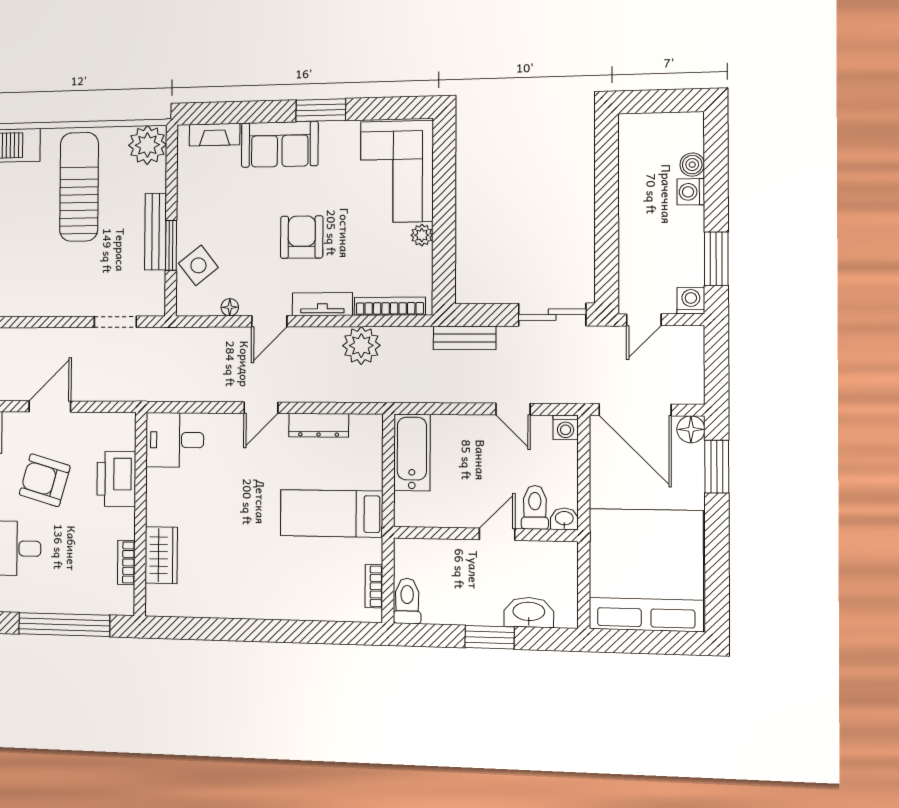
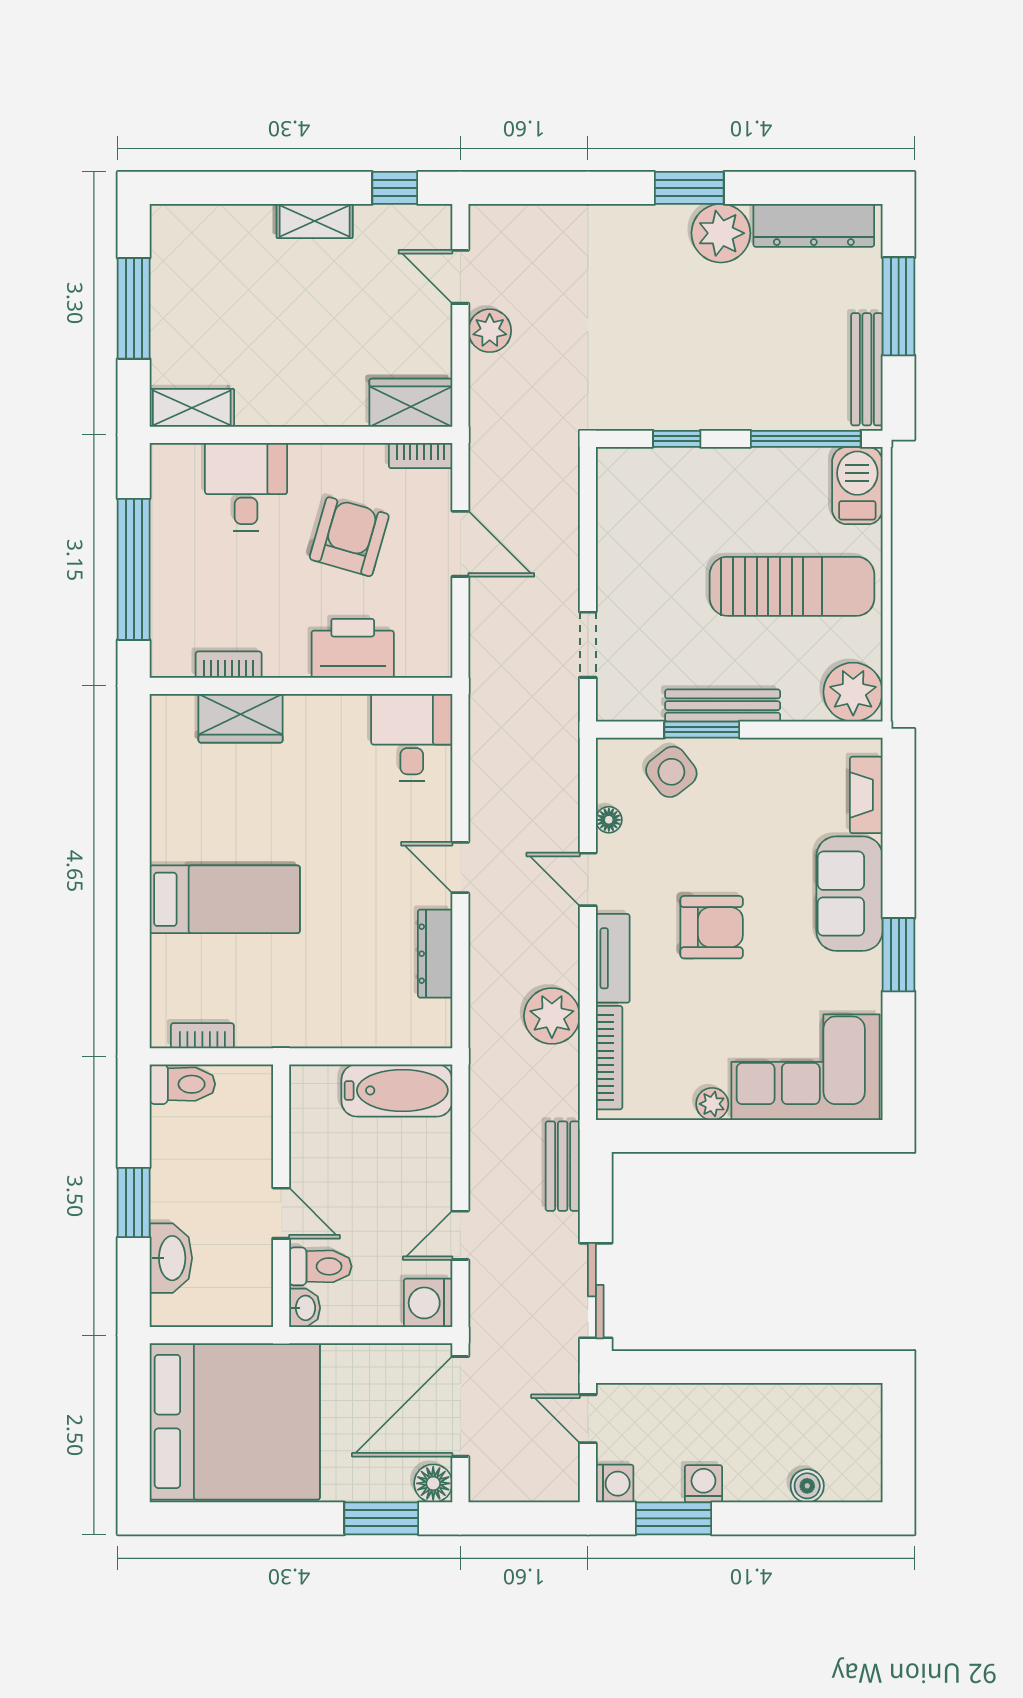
washing machine: (691, 192) -> (703, 1484), moved
washing machine: (566, 427) -> (428, 1303), width x1.38, depth x1.38
bed: (331, 513) -> (225, 899), moved, turned 90

